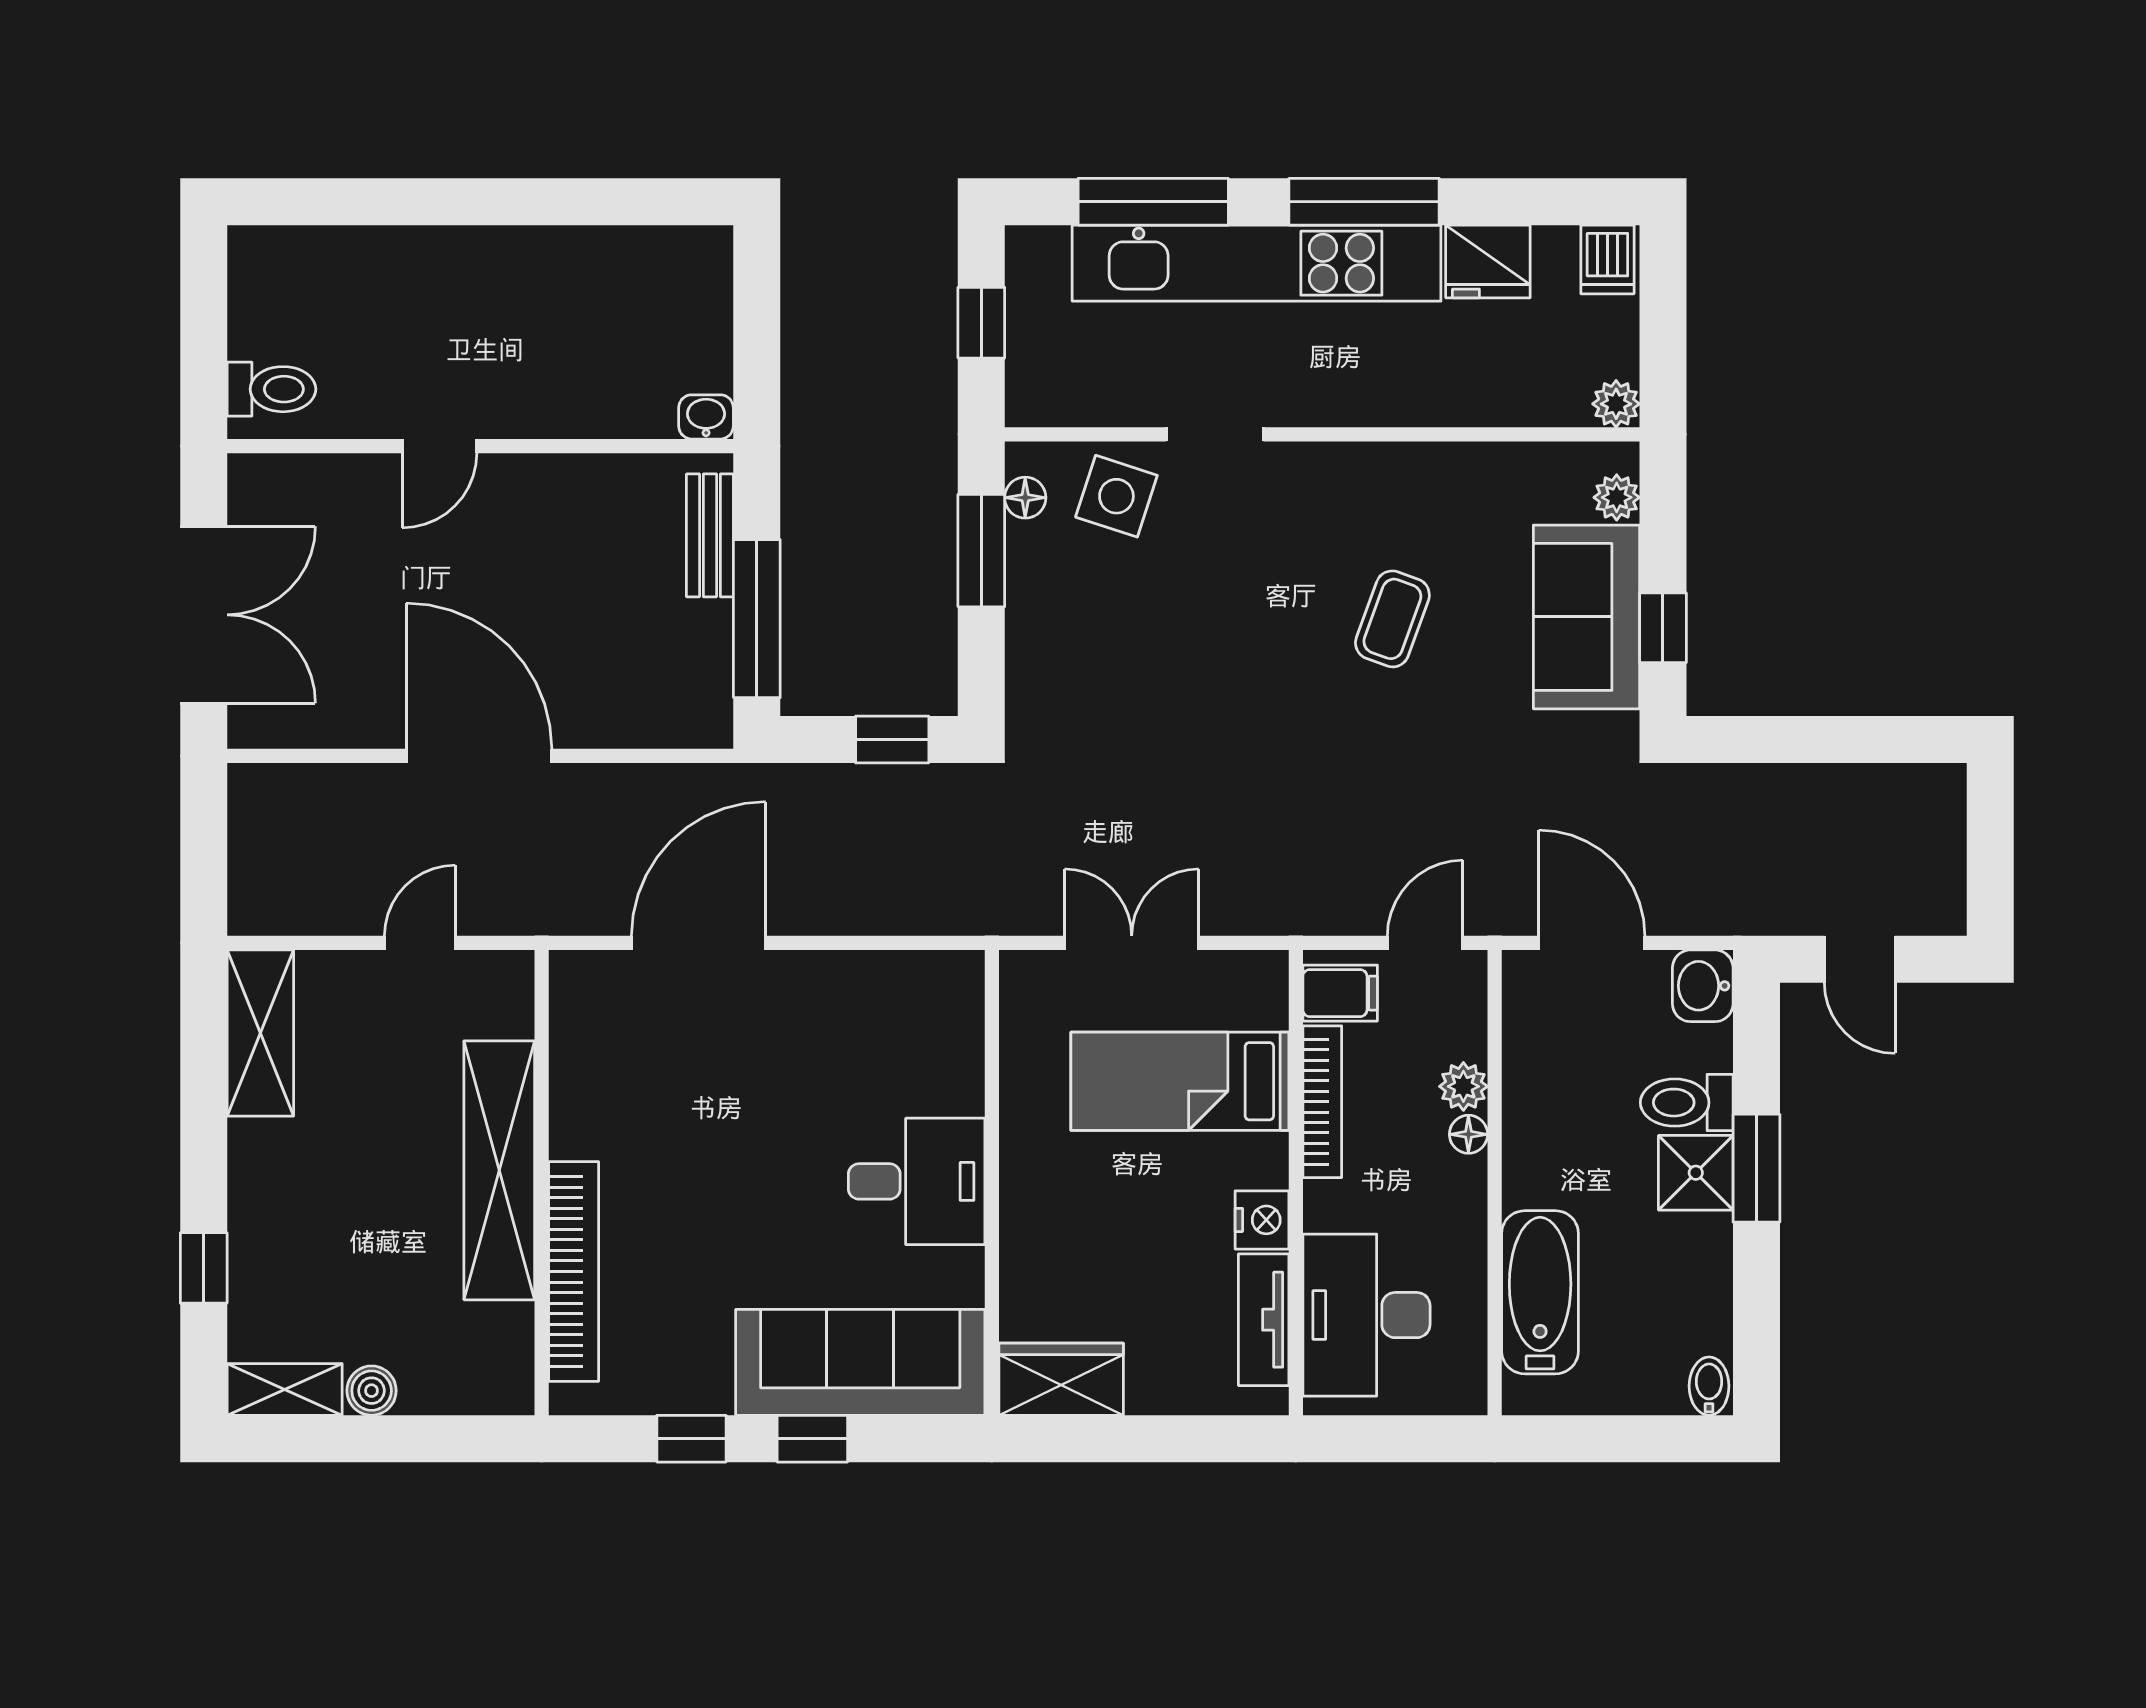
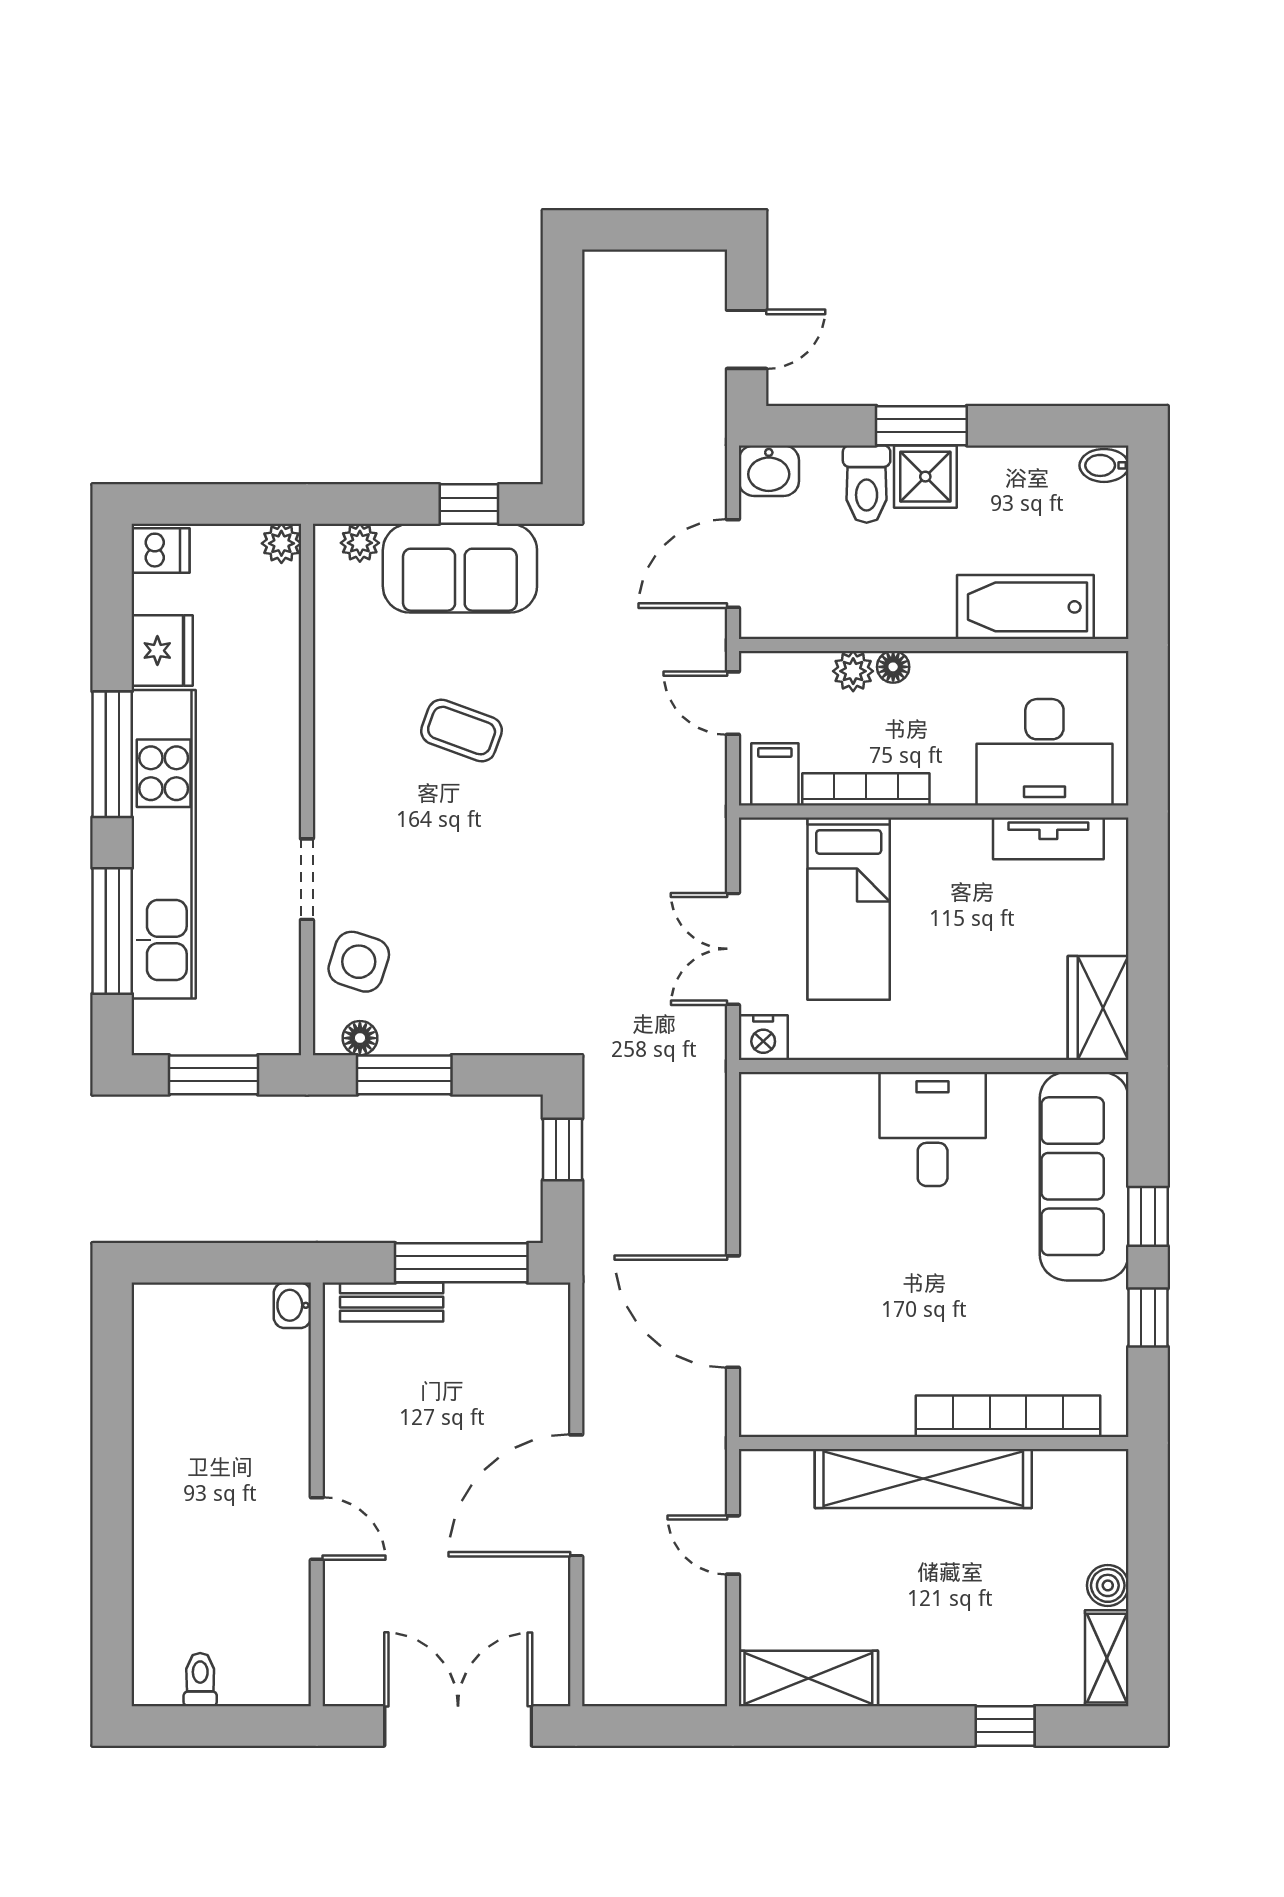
window: (981, 323) -> (213, 1075), width x1.50
toilet: (271, 389) -> (200, 1680), moved, width x0.73, depth x0.72
nightstand: (1262, 1220) -> (763, 1038), moved, turned 180

